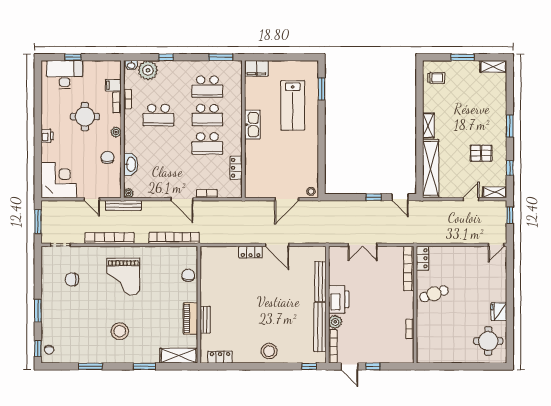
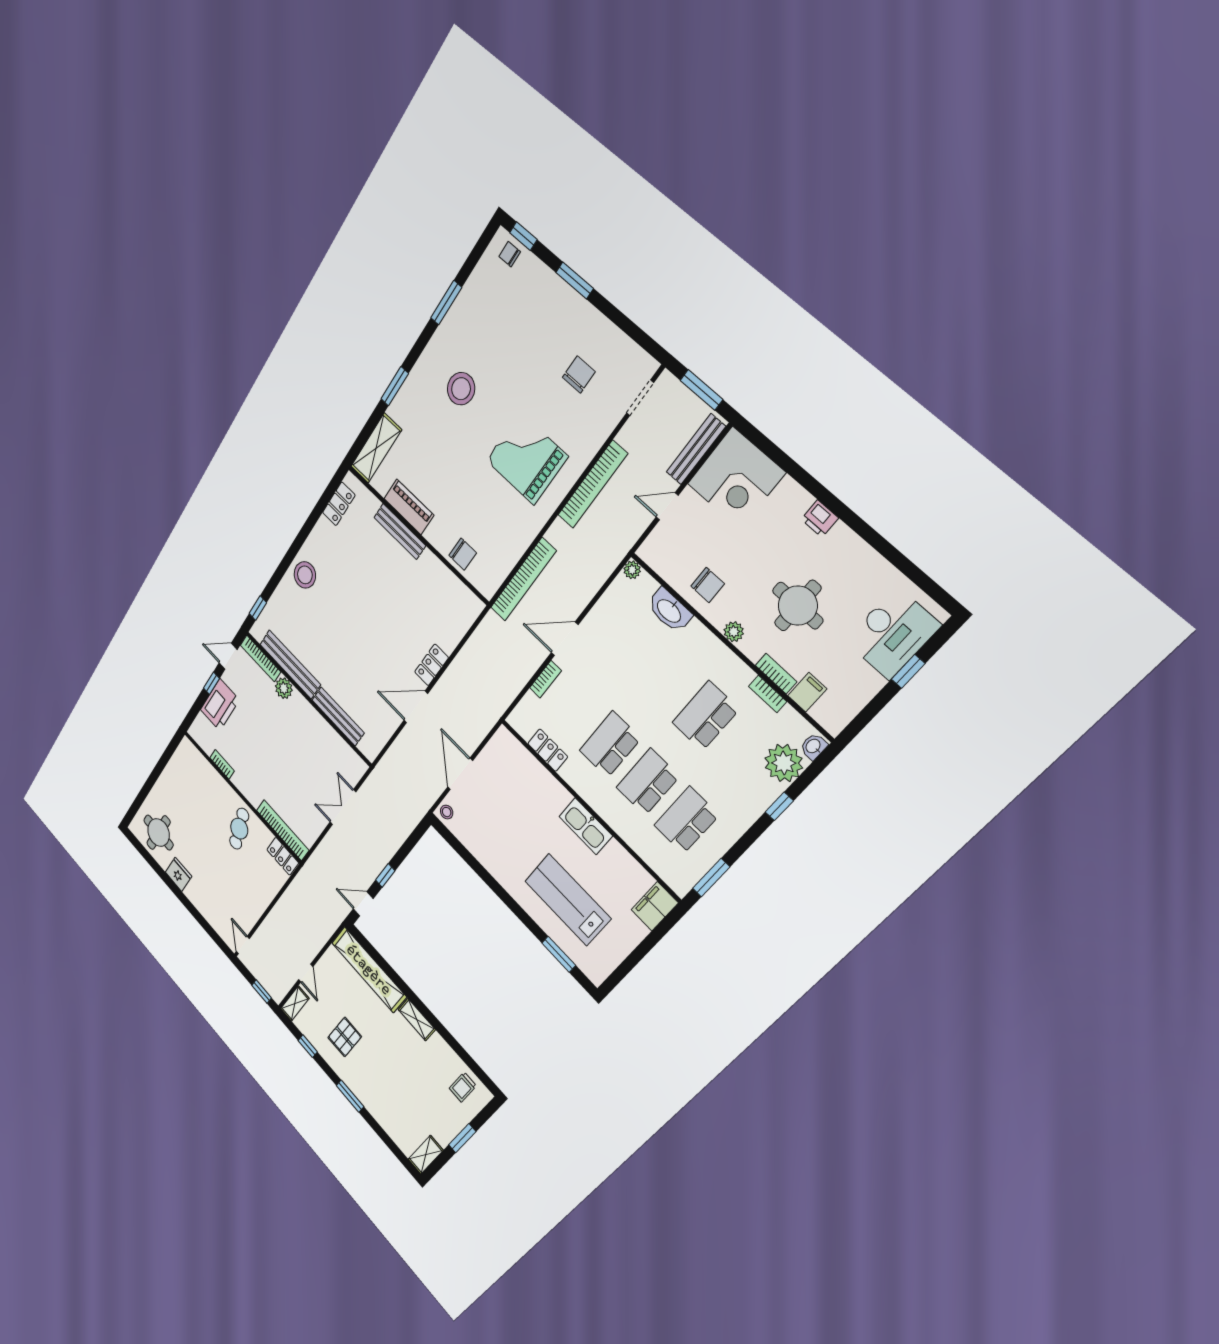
bench: (123, 205) -> (696, 449), moved
printer: (339, 299) -> (220, 705), moved, turned -90
bench: (205, 320) -> (400, 531), width x1.36

